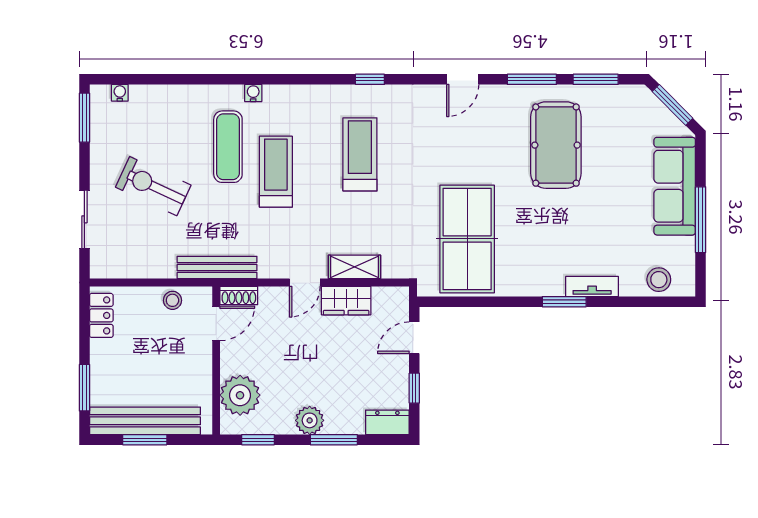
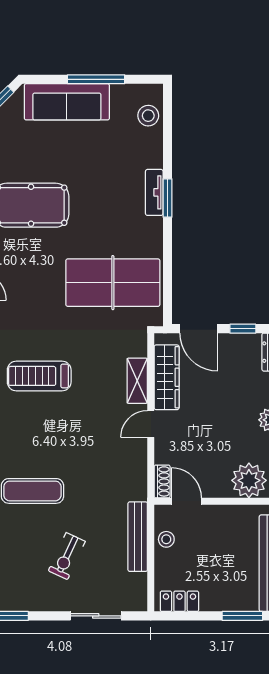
treadmill: (276, 172) -> (54, 449), removed
exercise bike: (153, 186) -> (67, 556), width x0.73, depth x0.72
bench: (217, 268) -> (138, 537), moved
door: (305, 283) -> (151, 424), swing flipped
tv unit: (592, 287) -> (154, 192), moved
wardrobe: (346, 301) -> (167, 377), width x1.50
door: (414, 338) -> (199, 329), width x1.38

